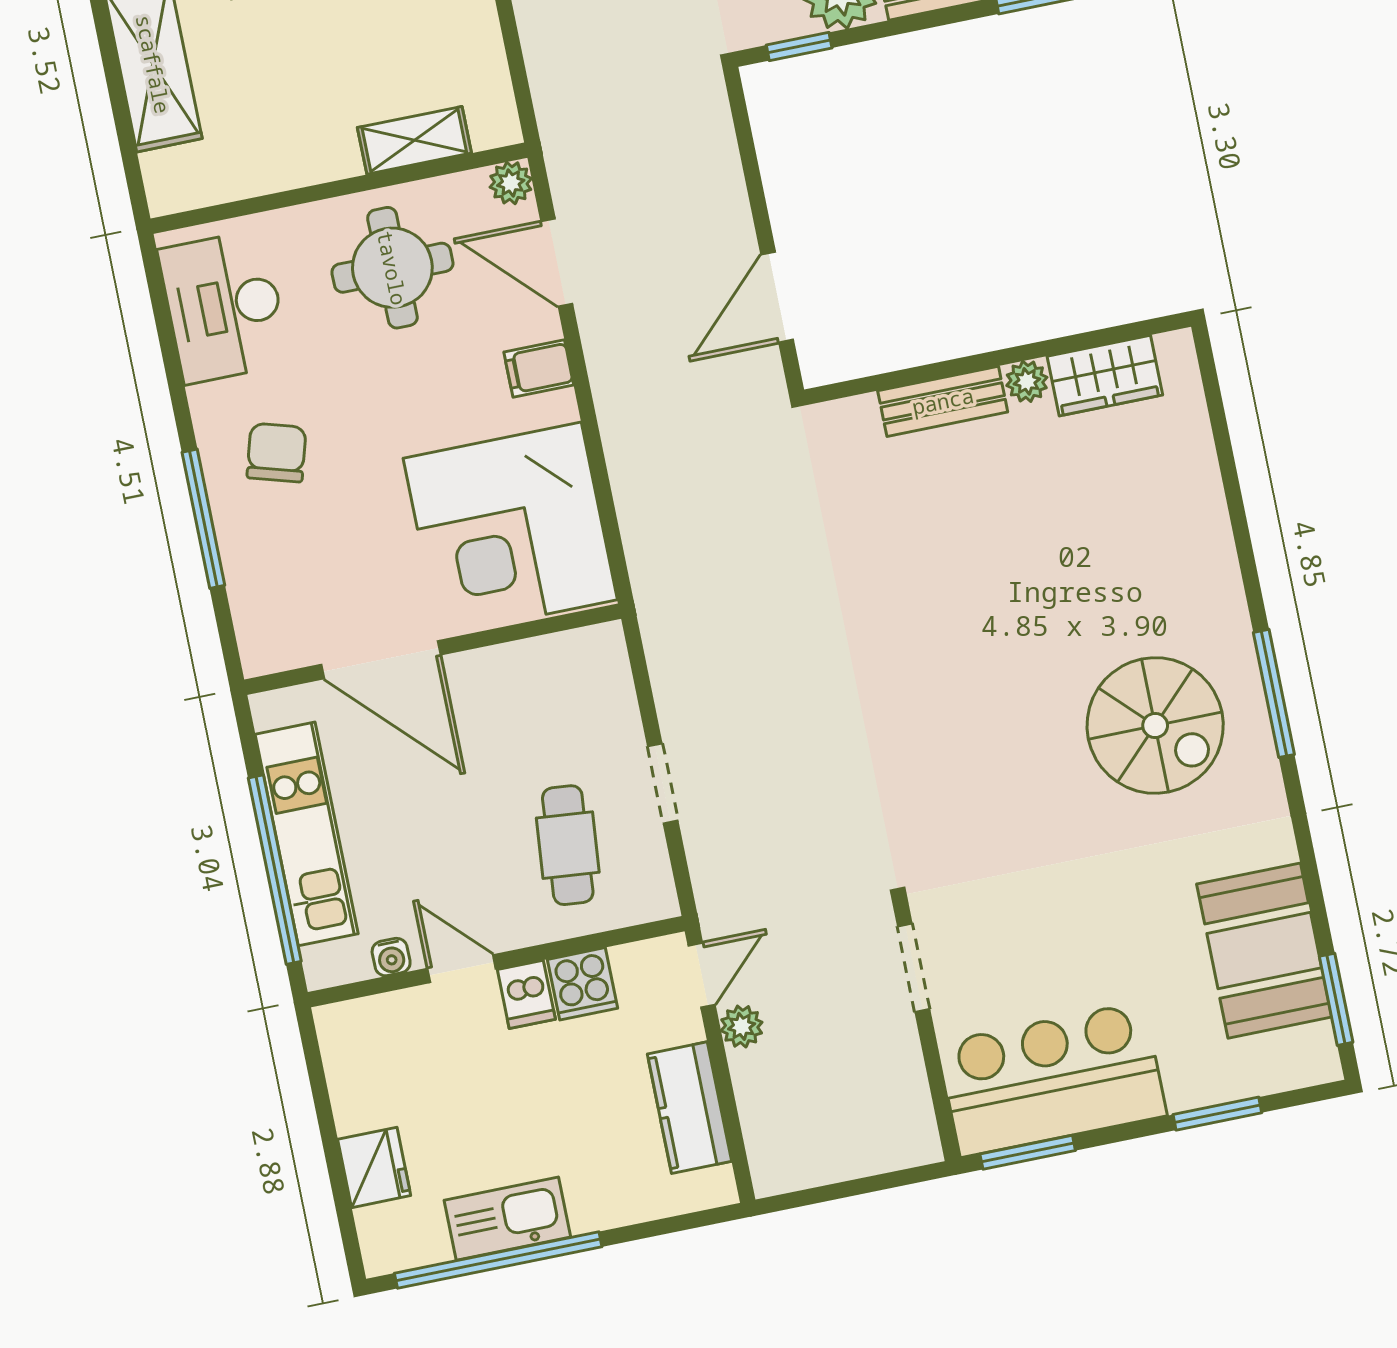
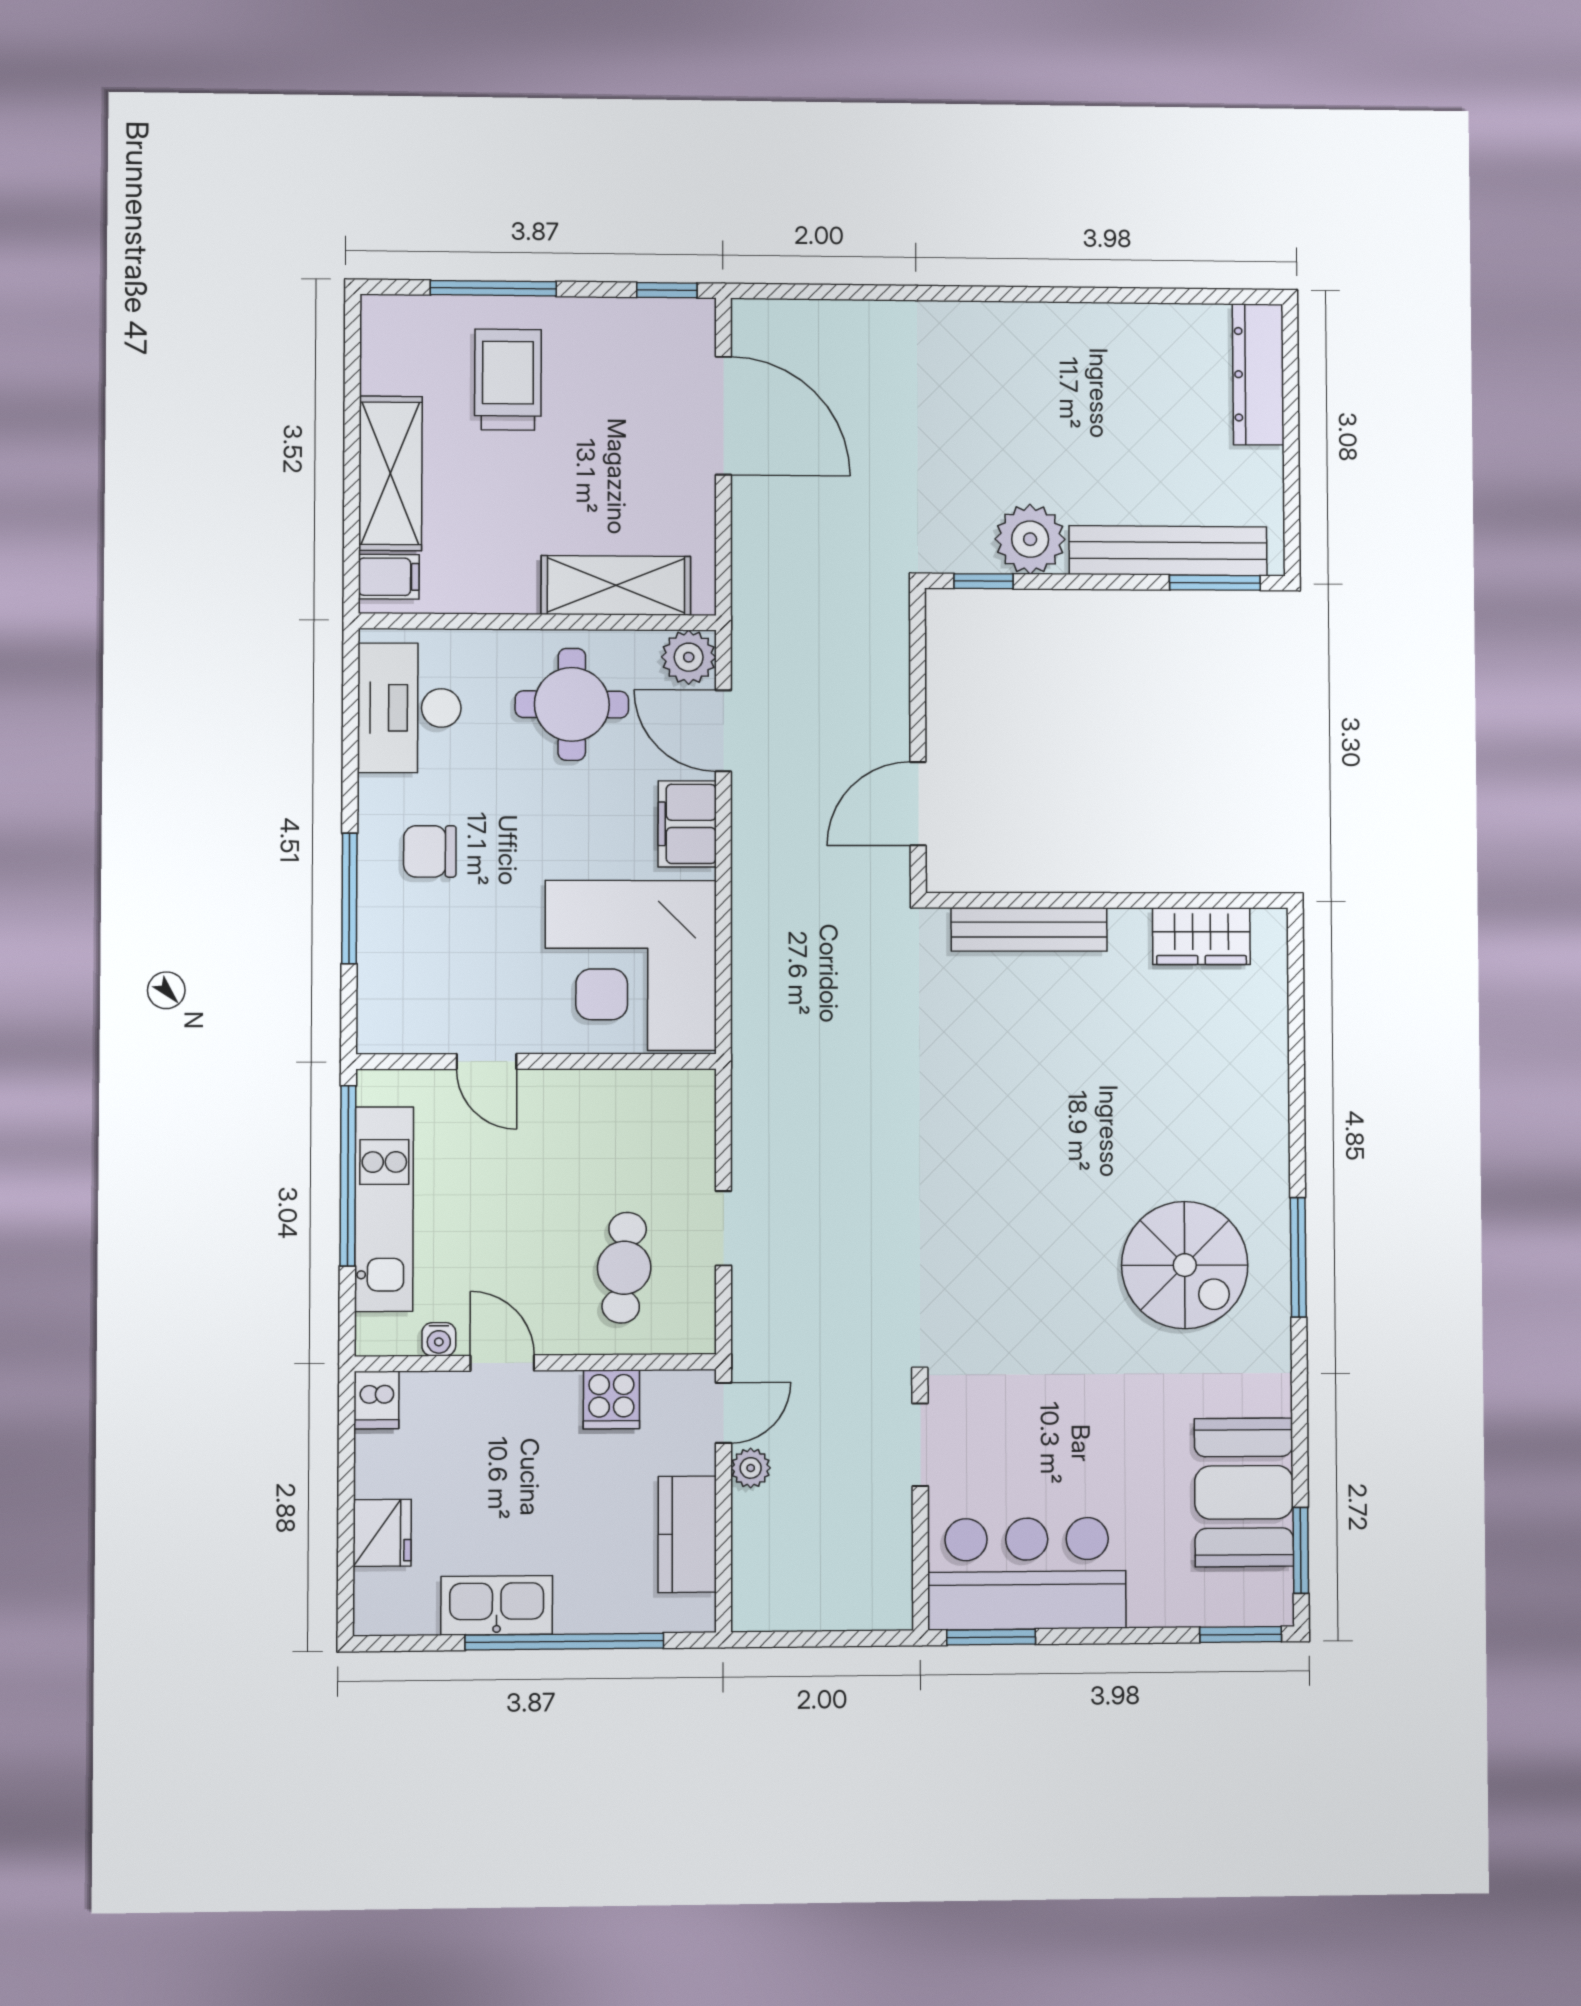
shelving: (414, 140) -> (616, 585), width x1.50, depth x1.33
filing cabinet: (174, 173) -> (389, 577), added
plant: (511, 183) -> (689, 657), width x1.38, depth x1.38
filing cabinet: (539, 368) -> (687, 824), width x2.00
plant: (1027, 381) -> (1130, 927), removed
bench: (943, 401) -> (1029, 929), width x1.36
chair: (277, 453) -> (430, 851), turned -106
door: (381, 660) -> (487, 1062), width x0.53
window: (275, 870) -> (348, 1176), moved
dishwasher: (526, 994) -> (376, 1400), moved
window: (1217, 1114) -> (1241, 1634), moved
window: (498, 1260) -> (564, 1642), moved

